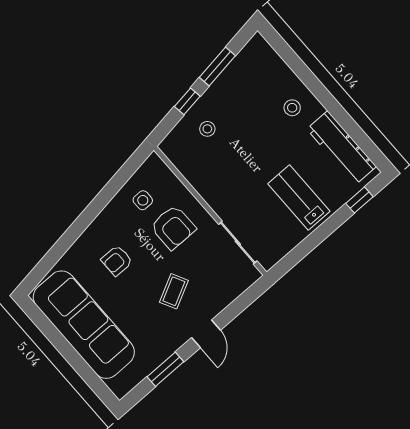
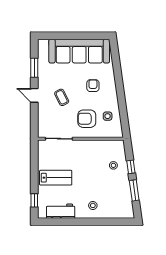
workbench: (342, 148) -> (61, 211), width x0.73

